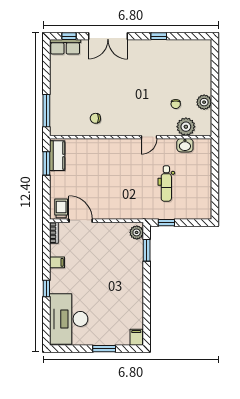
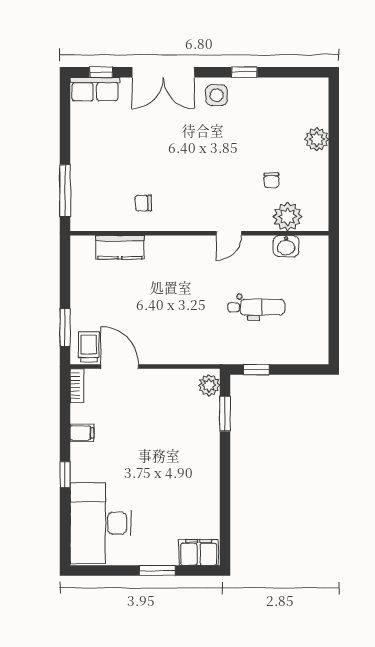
side table: (141, 51) -> (217, 95), added
plant: (204, 102) -> (317, 139), moved
kitchen counter: (57, 156) -> (120, 247), moved, turned 90
window: (46, 163) -> (65, 327), moved
dental chair: (166, 184) -> (256, 307), turned -90
filing cabinet: (136, 337) -> (199, 552), width x2.00

